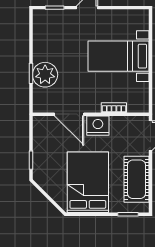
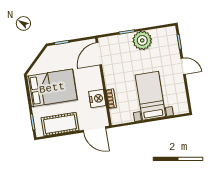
plant: (45, 75) -> (142, 40), moved
door: (69, 114) -> (99, 54), moved
nightstand: (98, 126) -> (97, 99), moved

